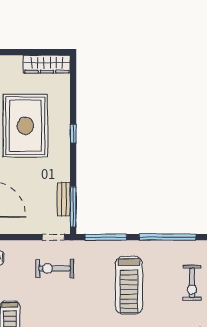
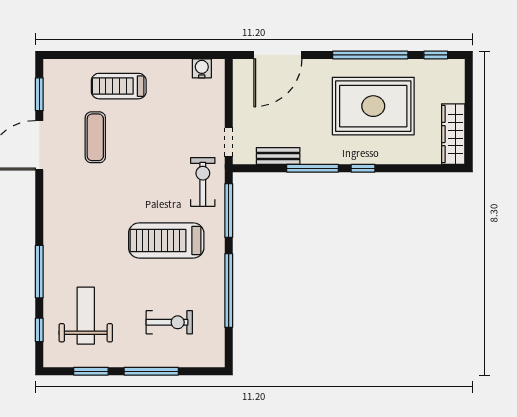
window: (73, 207) -> (312, 168), moved
exercise bike: (55, 269) -> (203, 182), moved
exercise bike: (192, 283) -> (169, 322), turned 180

